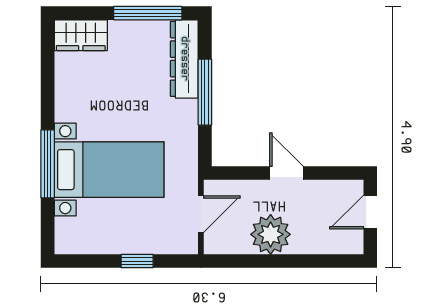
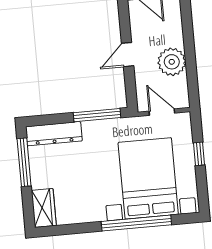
window: (205, 92) -> (97, 115), moved
window: (48, 164) -> (136, 223), width x1.46
bed with nightstands: (109, 170) -> (148, 178), width x1.36

